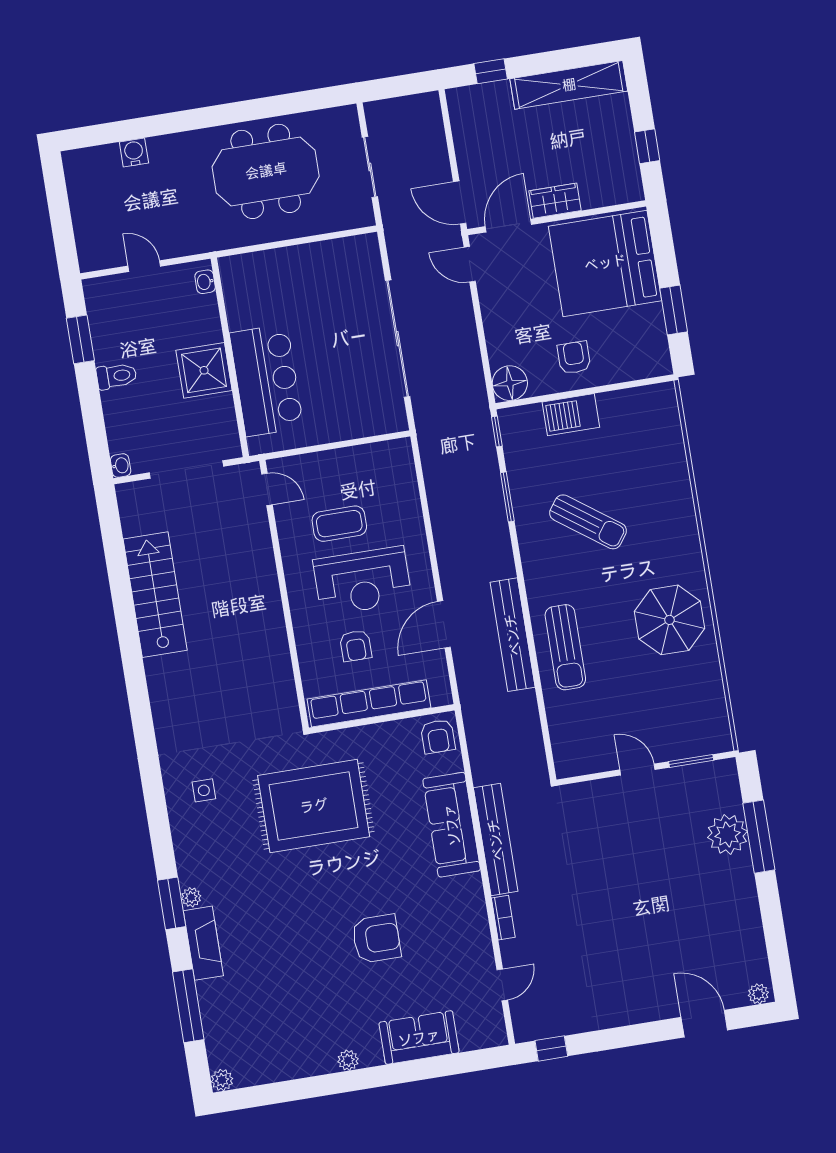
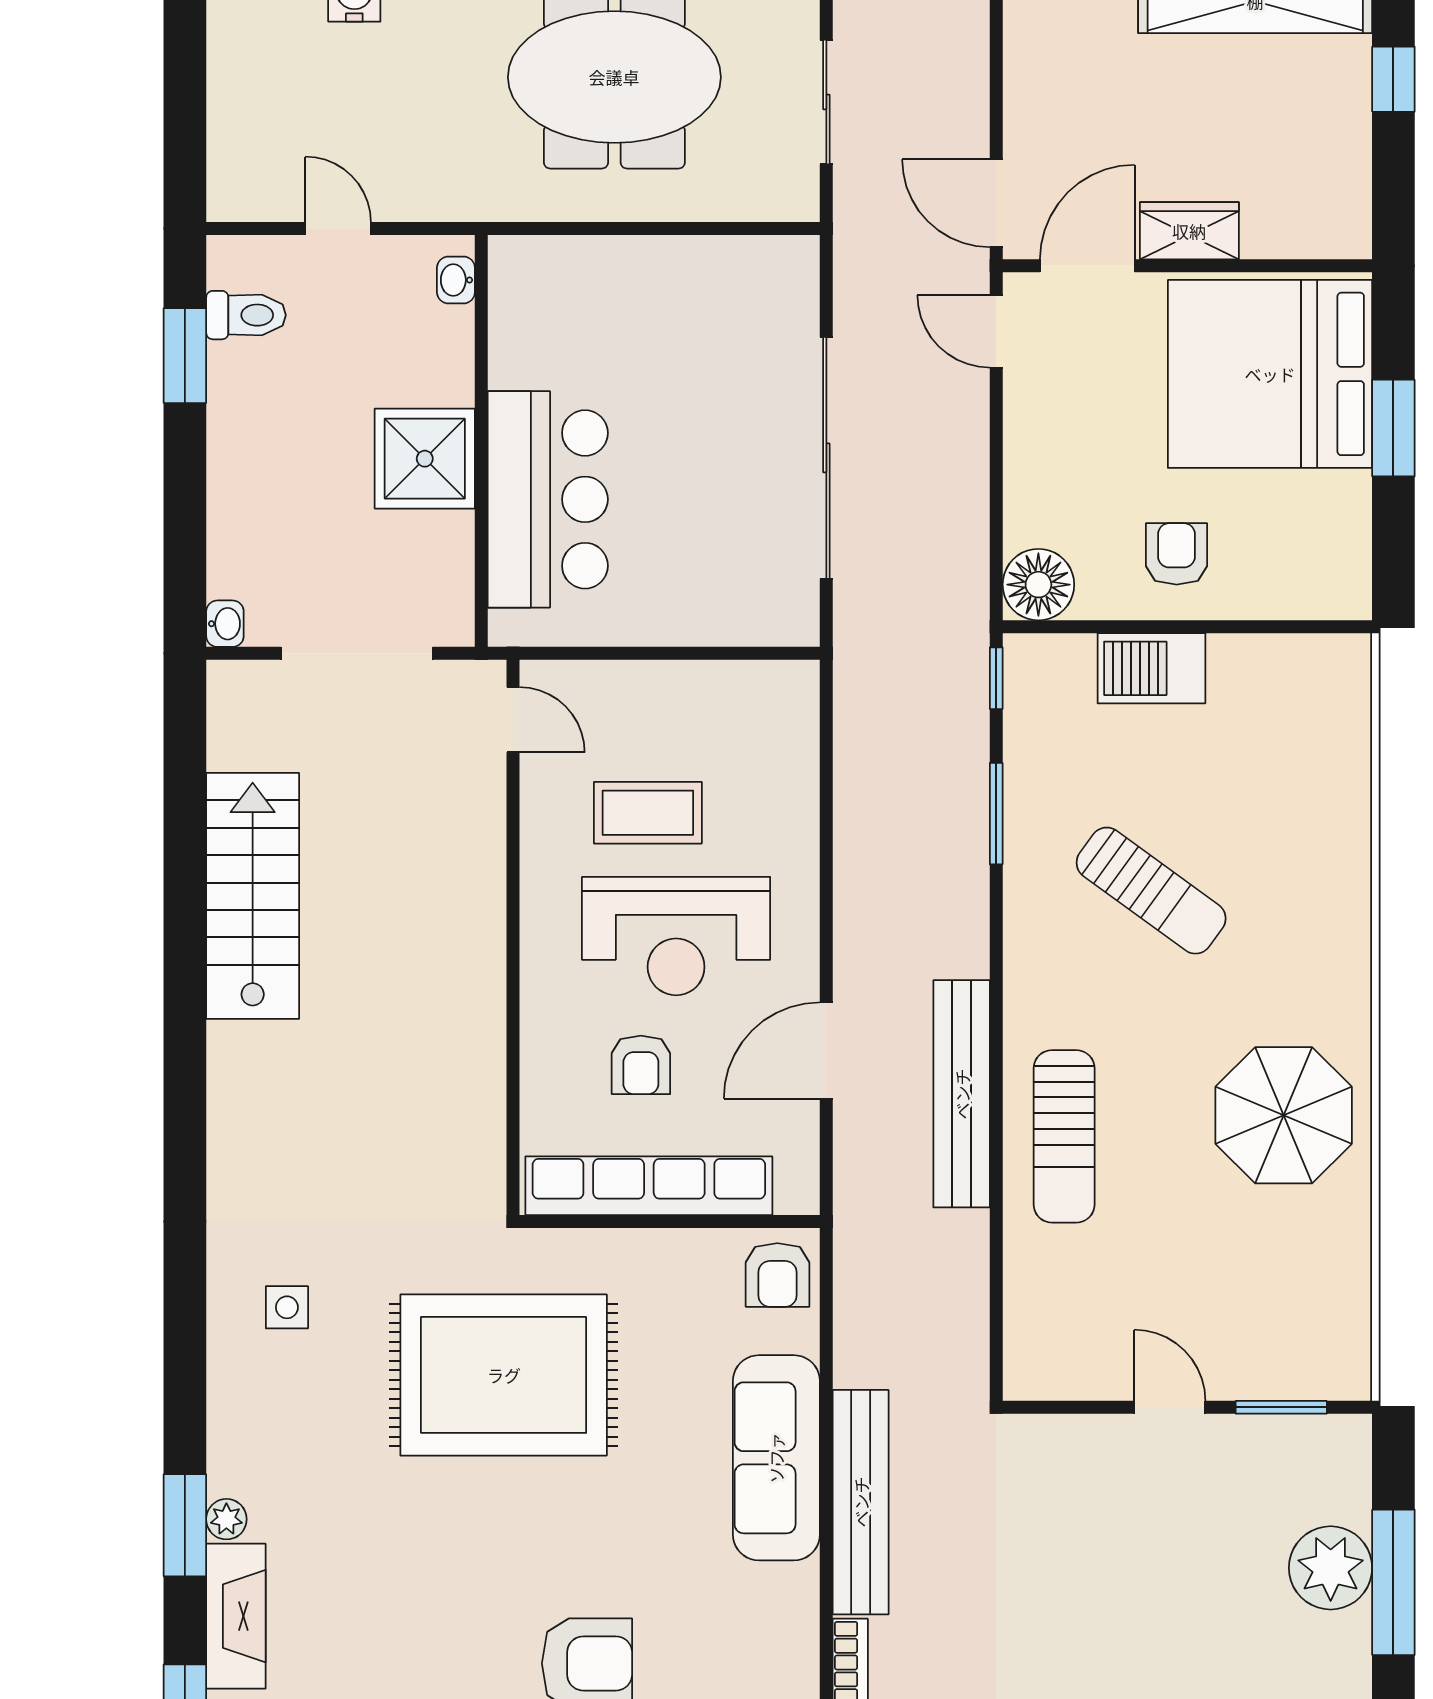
window: (647, 146) -> (1393, 79), moved
window: (674, 310) -> (1393, 428), moved
toilet: (117, 376) -> (246, 315), moved

